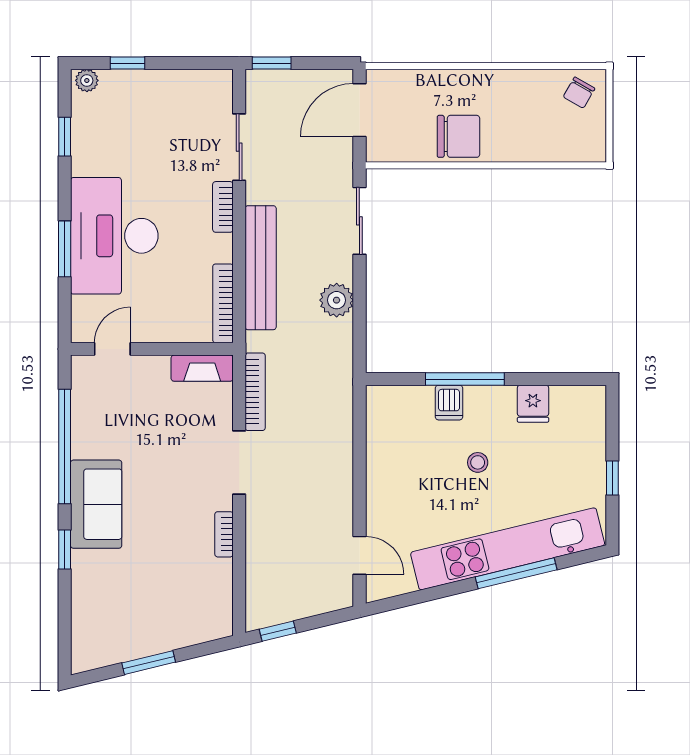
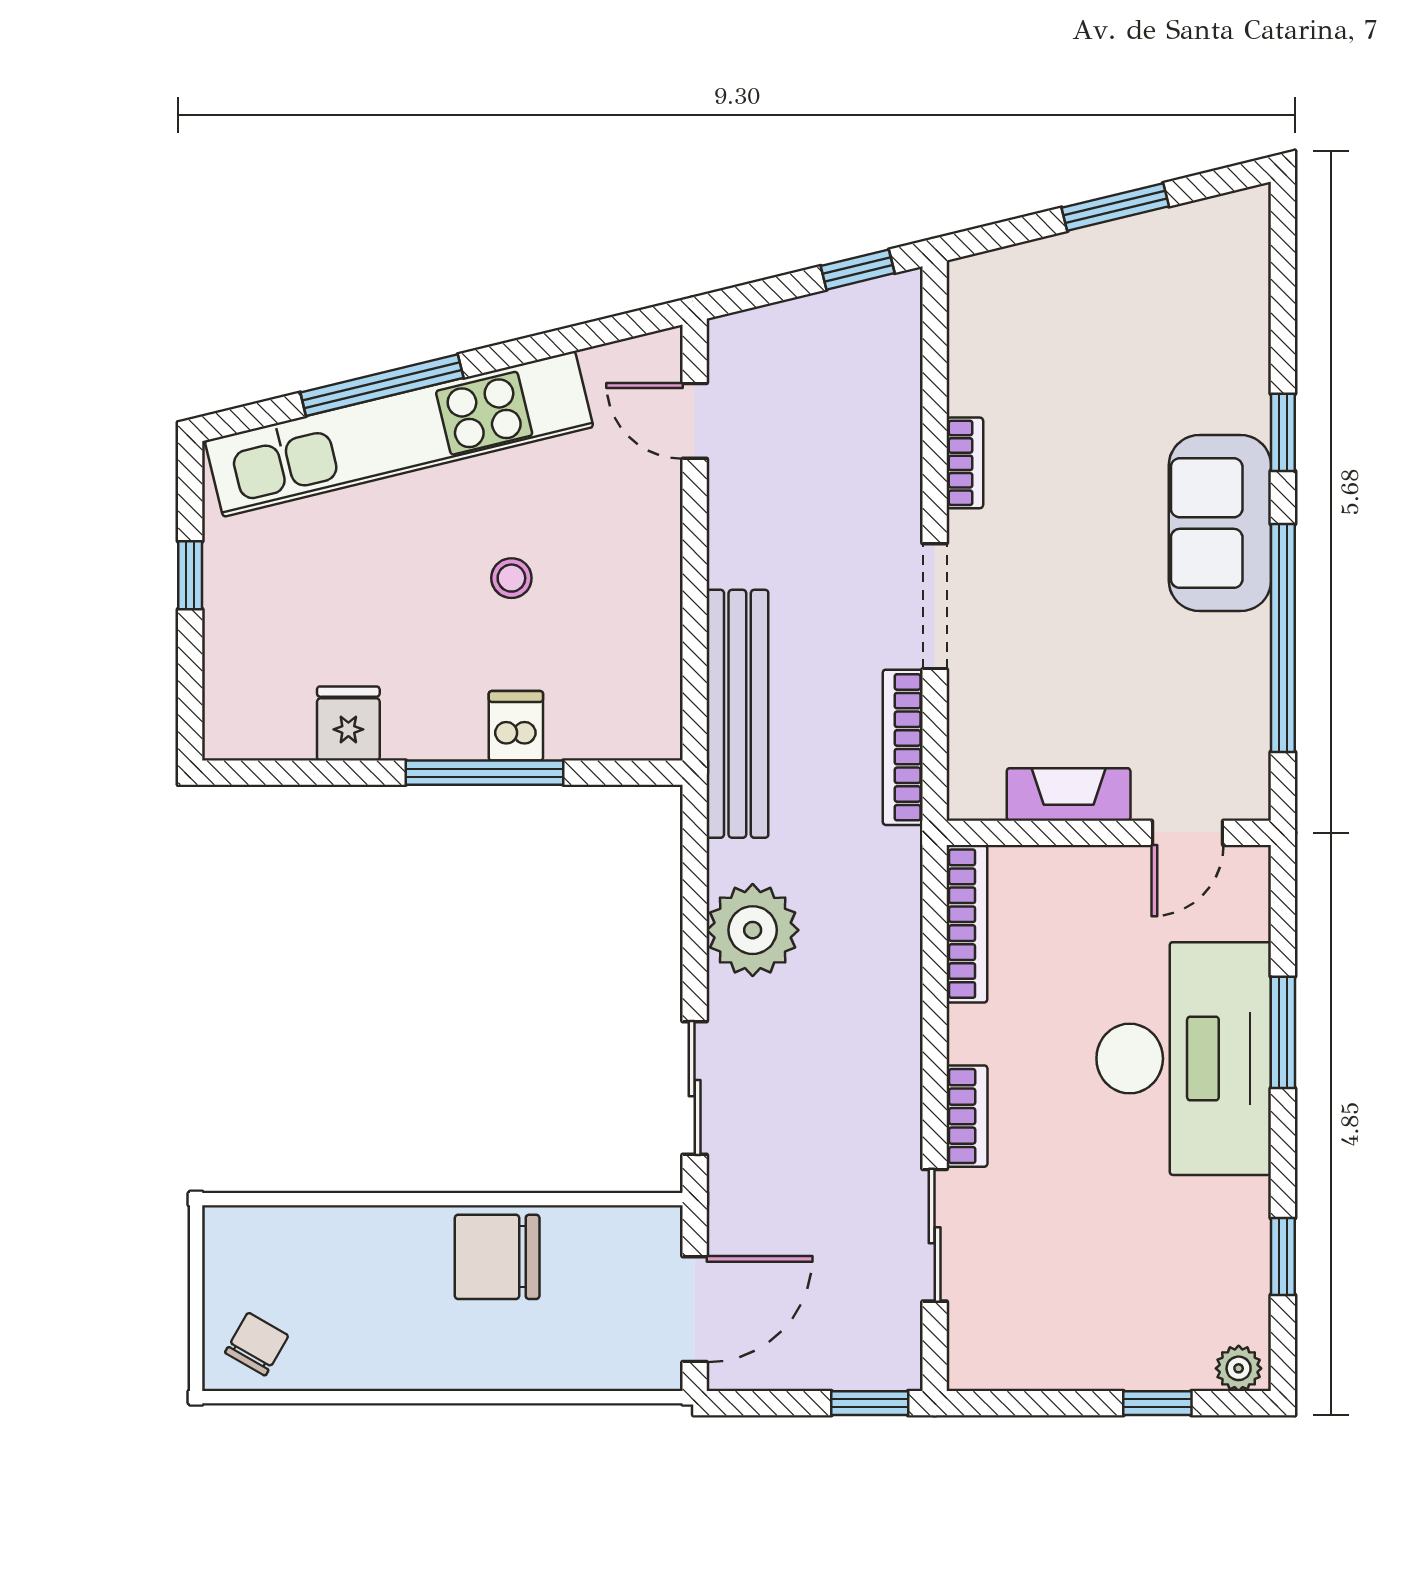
bench: (261, 268) -> (737, 714), moved
plant: (337, 300) -> (753, 930), width x1.36, depth x1.36
fireplace: (202, 368) -> (1069, 794), moved
stool: (478, 462) -> (511, 578), moved

